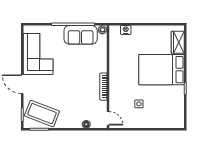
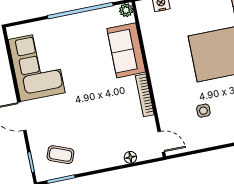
sofa: (81, 35) -> (126, 50), moved, turned 90
coffee table: (42, 114) -> (60, 155), width x0.54, depth x0.58

